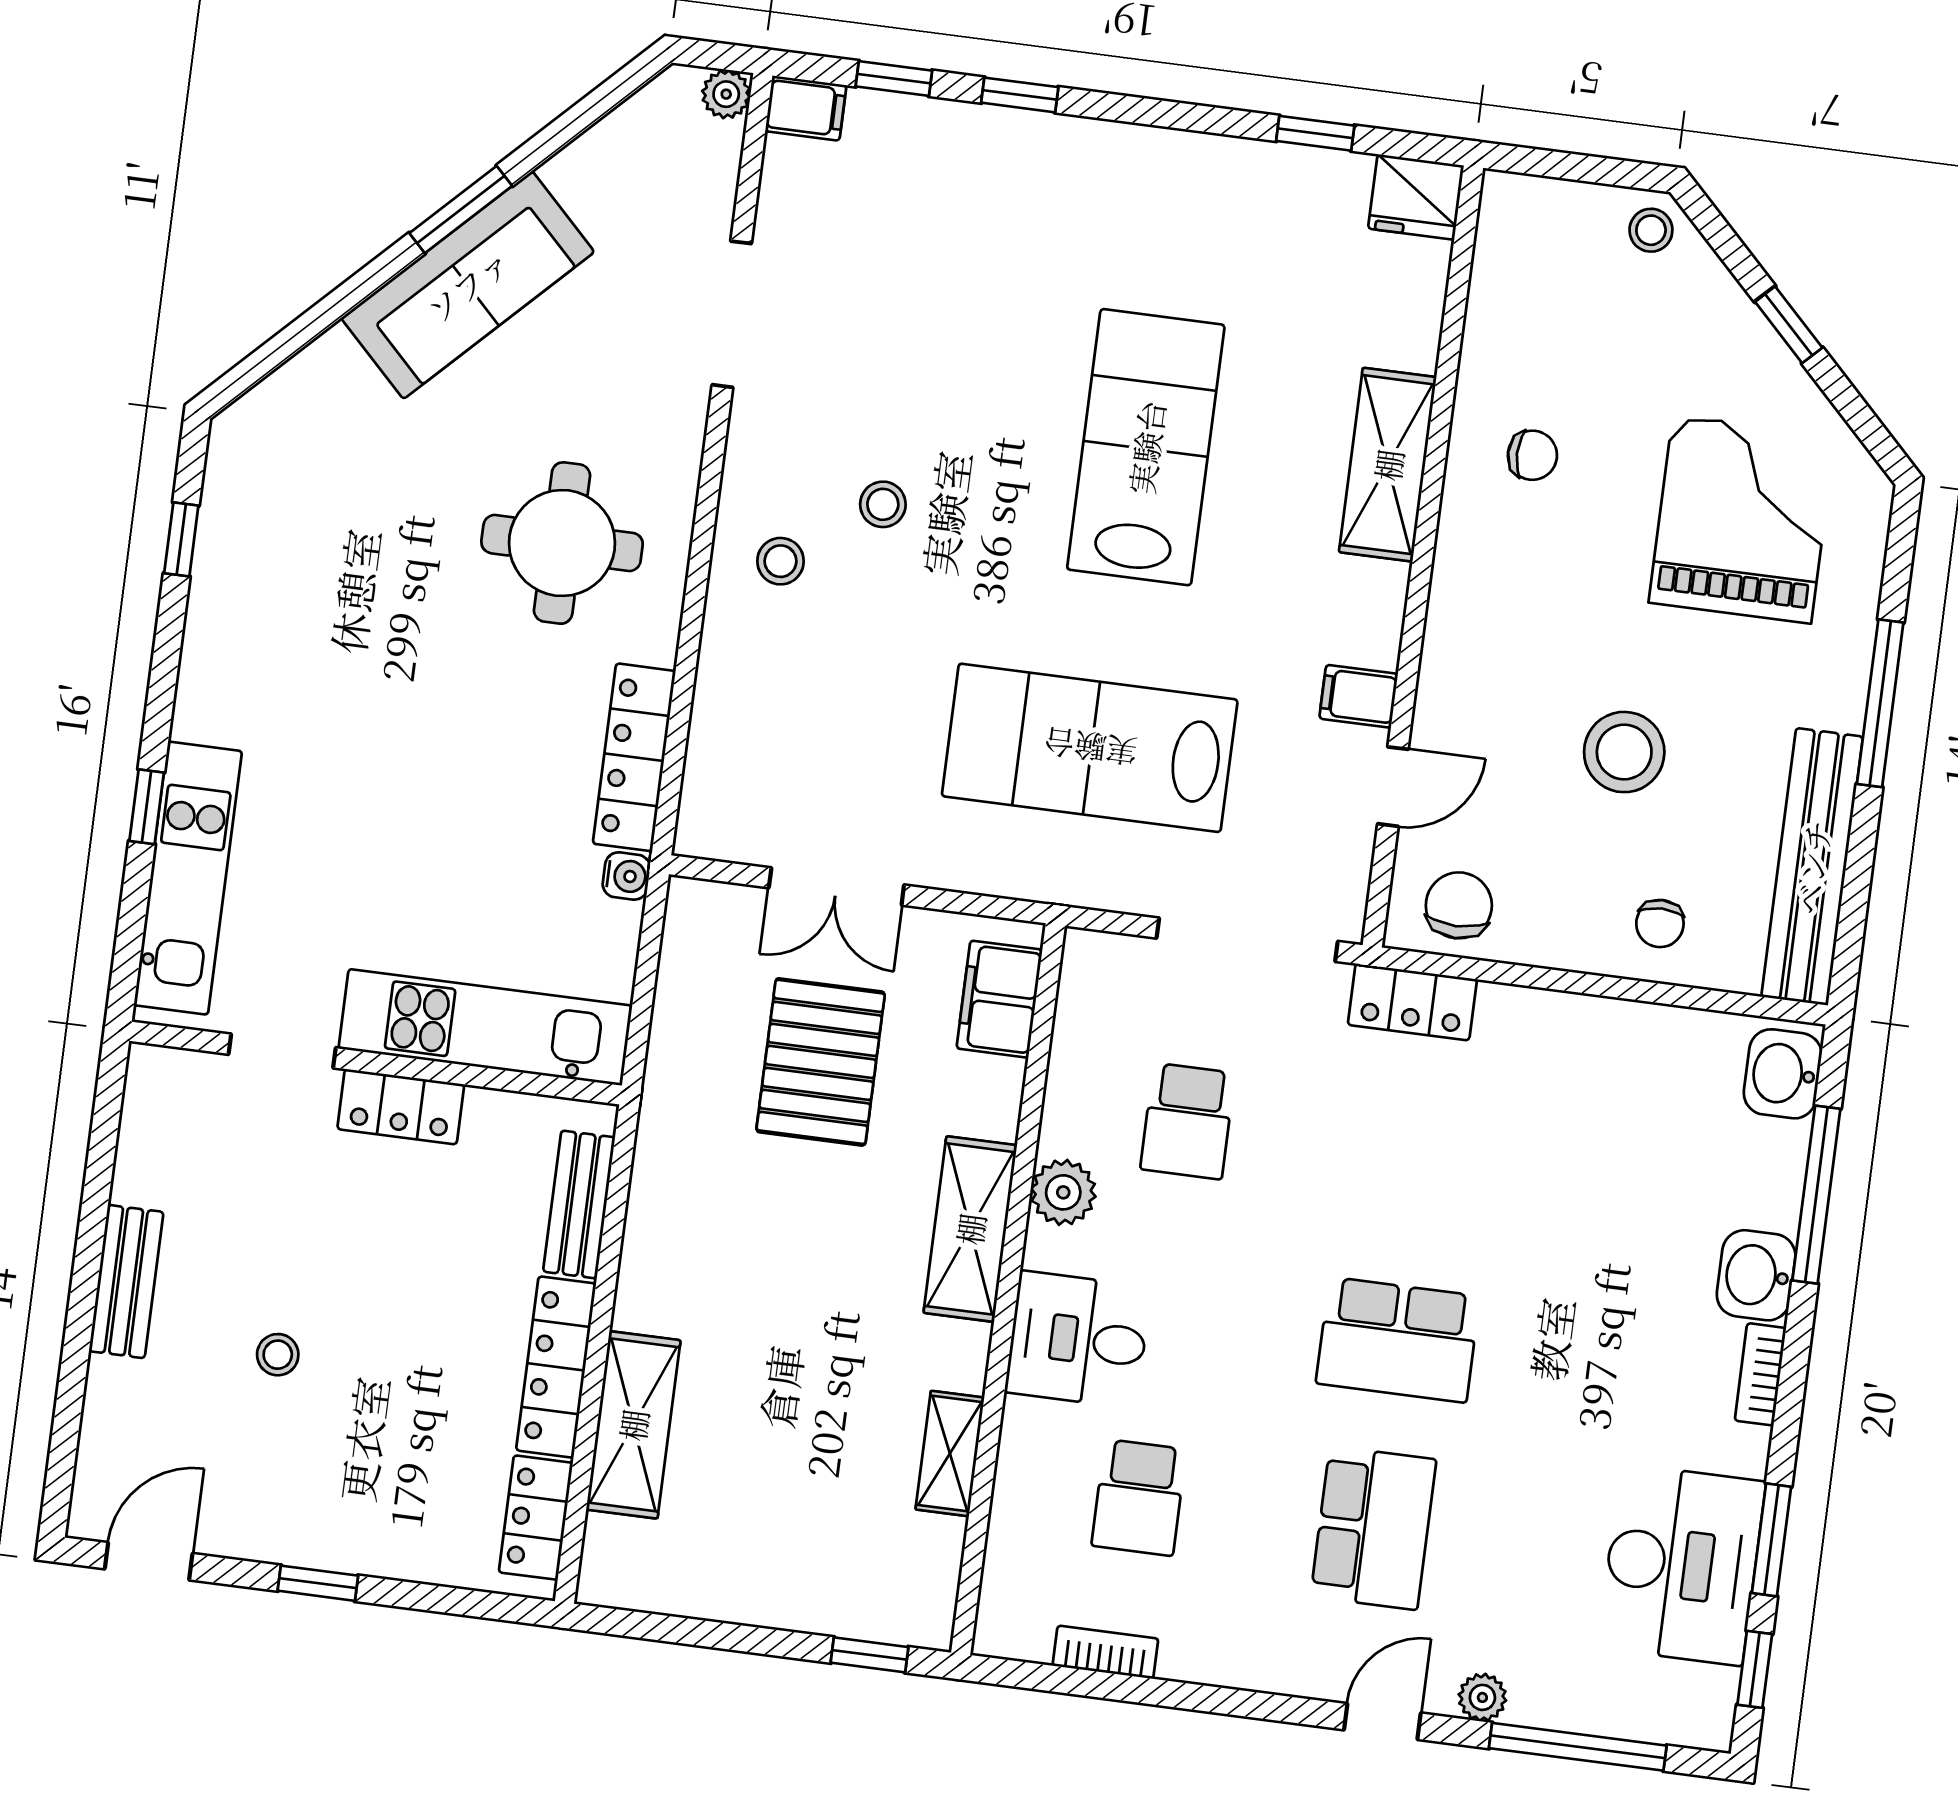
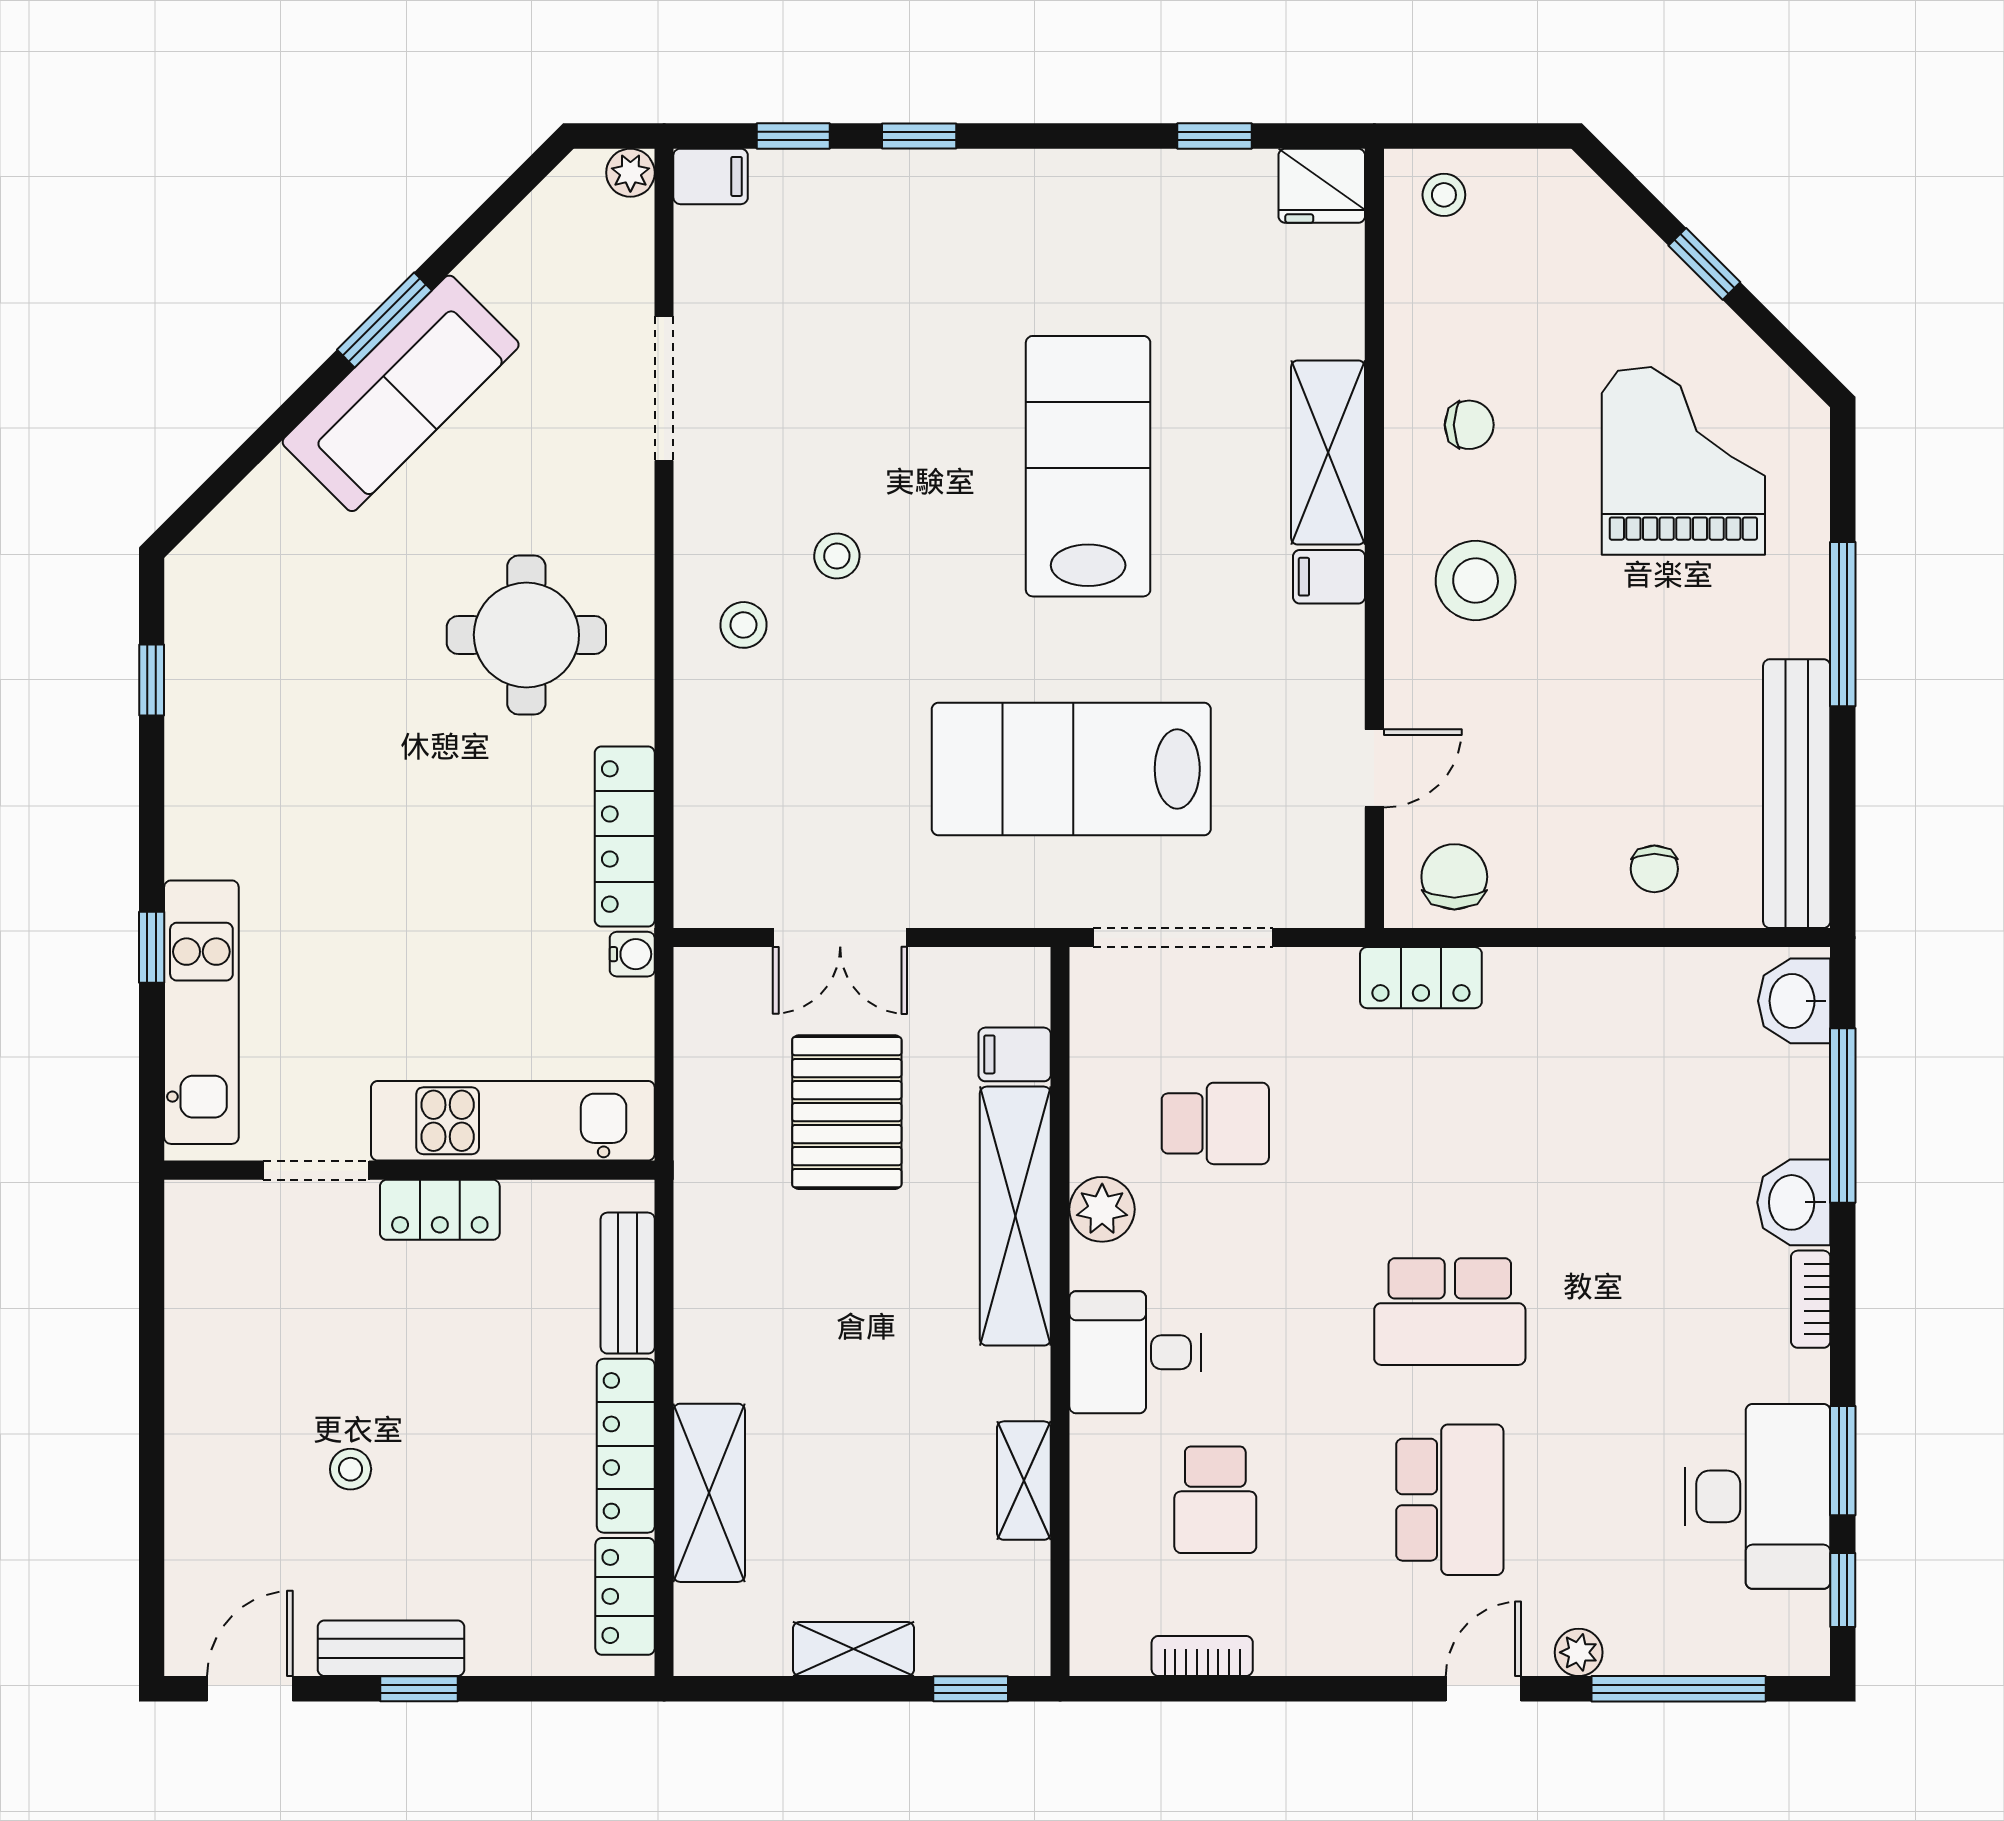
stool: (1651, 230) -> (1444, 195), moved
filing cabinet: (1359, 696) -> (1329, 577), moved
stool: (1624, 752) -> (1476, 580), moved
doorway: (1247, 940) -> (1183, 938), moved
filing cabinet: (999, 999) -> (1015, 1054), width x0.50
school desk: (1188, 1121) -> (1215, 1123), turned -90
shelving: (970, 1229) -> (1015, 1216), width x1.47
bench: (126, 1282) -> (391, 1648), moved, turned 90
shelving: (757, 1600) -> (853, 1649), added

